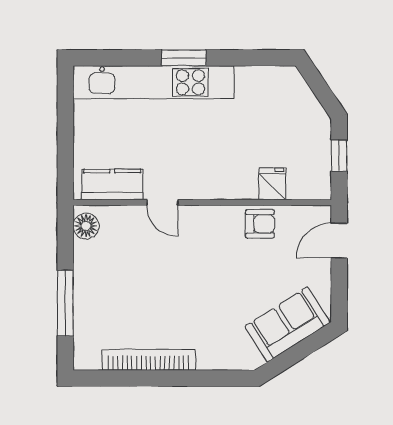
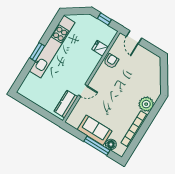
kitchen unit: (153, 82) -> (52, 47), moved
floor lamp: (86, 226) -> (111, 144), moved
sofa: (287, 324) -> (95, 130), moved, turned 122
plant: (215, 352) -> (146, 104), added

